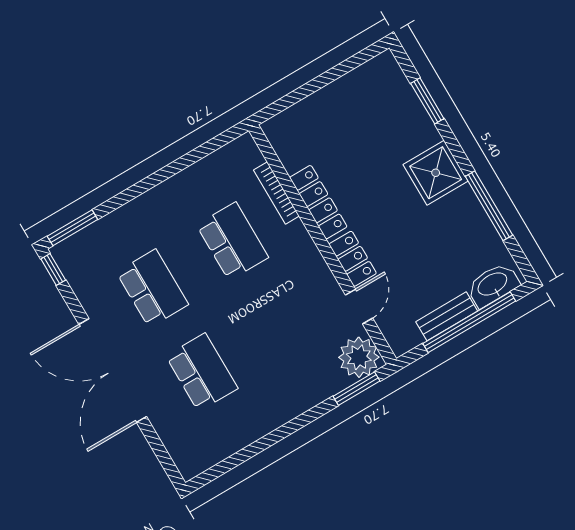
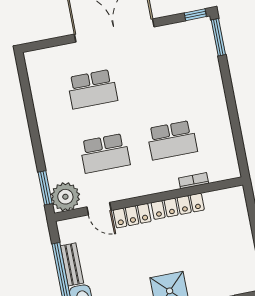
bookcase: (276, 193) -> (194, 181), width x0.64
school desk: (152, 288) -> (105, 153), moved

